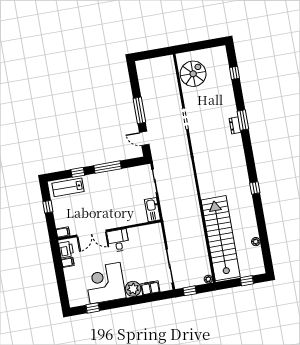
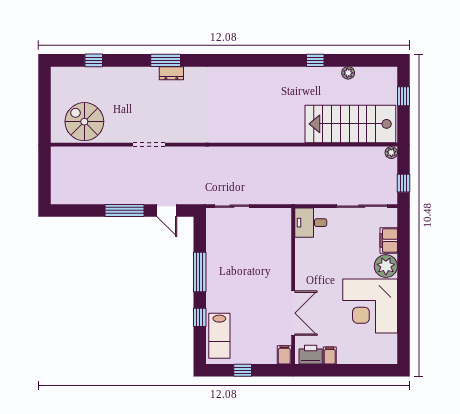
door: (144, 138) -> (167, 210), hinge flipped
window: (255, 188) -> (315, 60), moved
kitchen sink: (152, 210) -> (274, 217), removed
stairs: (221, 238) -> (350, 124), width x0.73
desk: (118, 241) -> (311, 223), moved
window: (93, 308) -> (403, 331), removed

